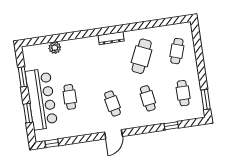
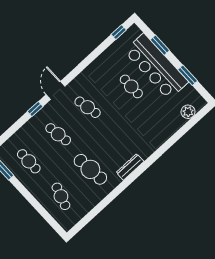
plant: (55, 48) -> (188, 112), moved
cafe table: (142, 56) -> (90, 169), turned -30
window: (171, 126) -> (35, 109), moved
door: (114, 134) -> (55, 90), moved

